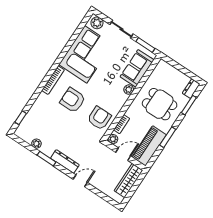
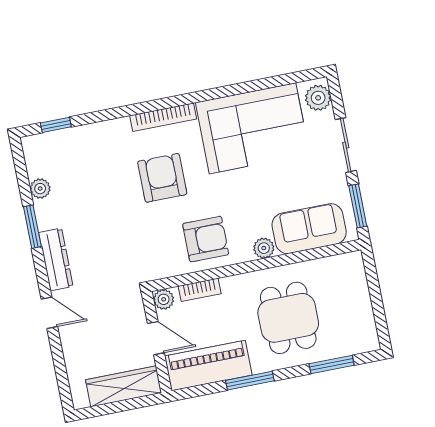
dresser: (191, 89) -> (360, 343), removed
armchair: (99, 118) -> (206, 239), moved

